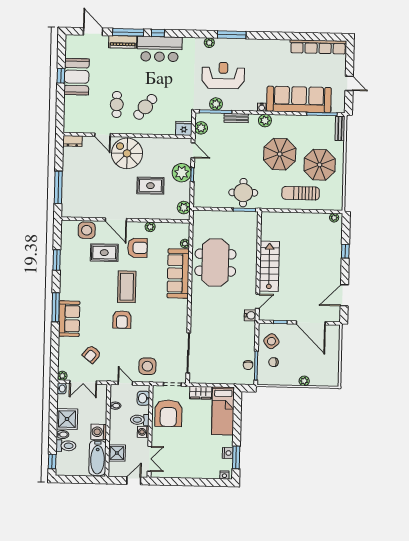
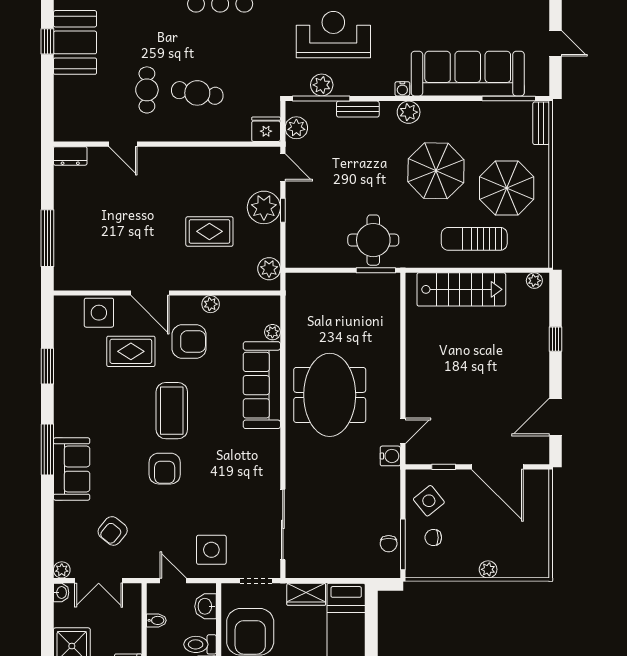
cafe table: (145, 107) -> (197, 93), turned 60
spiral stairs: (127, 153) -> (167, 176), removed
meeting table: (215, 263) -> (330, 395), moved
stairs: (269, 266) -> (461, 289), moved, turned 90

